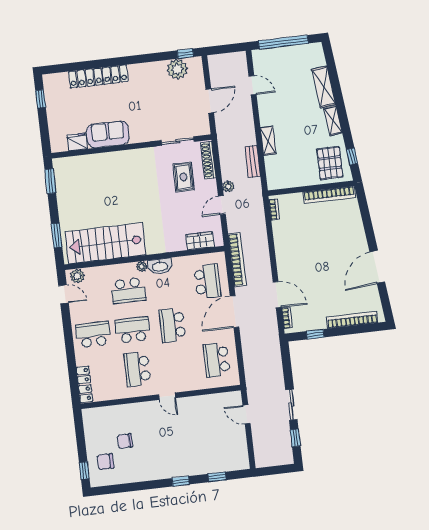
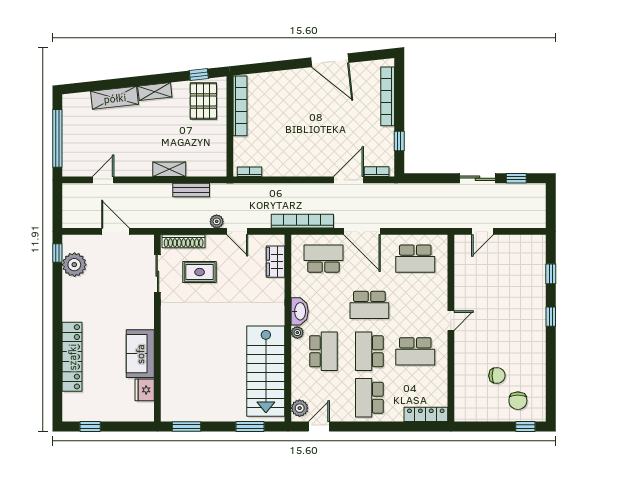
pallet: (330, 163) -> (203, 101), turned 90
chair: (125, 441) -> (497, 376), turned -90

